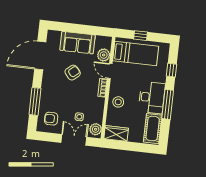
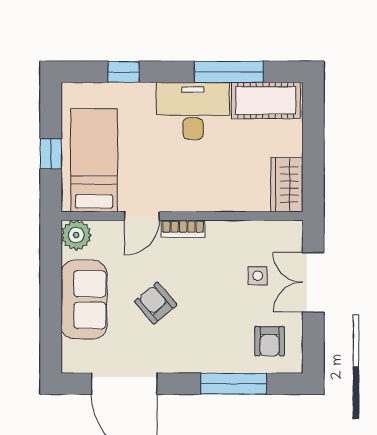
plant: (104, 55) -> (76, 235), moved
stool: (118, 102) -> (212, 188), removed
window: (168, 104) -> (229, 72), moved
plant: (96, 129) -> (283, 234), removed

